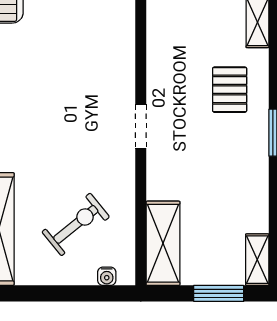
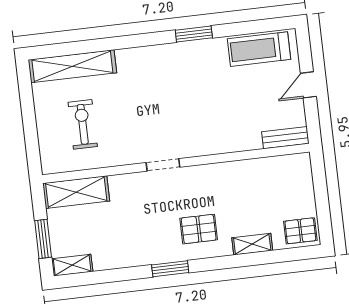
exercise bike: (76, 224) -> (83, 124), turned -141
water cooler: (107, 276) -> (46, 152), removed

